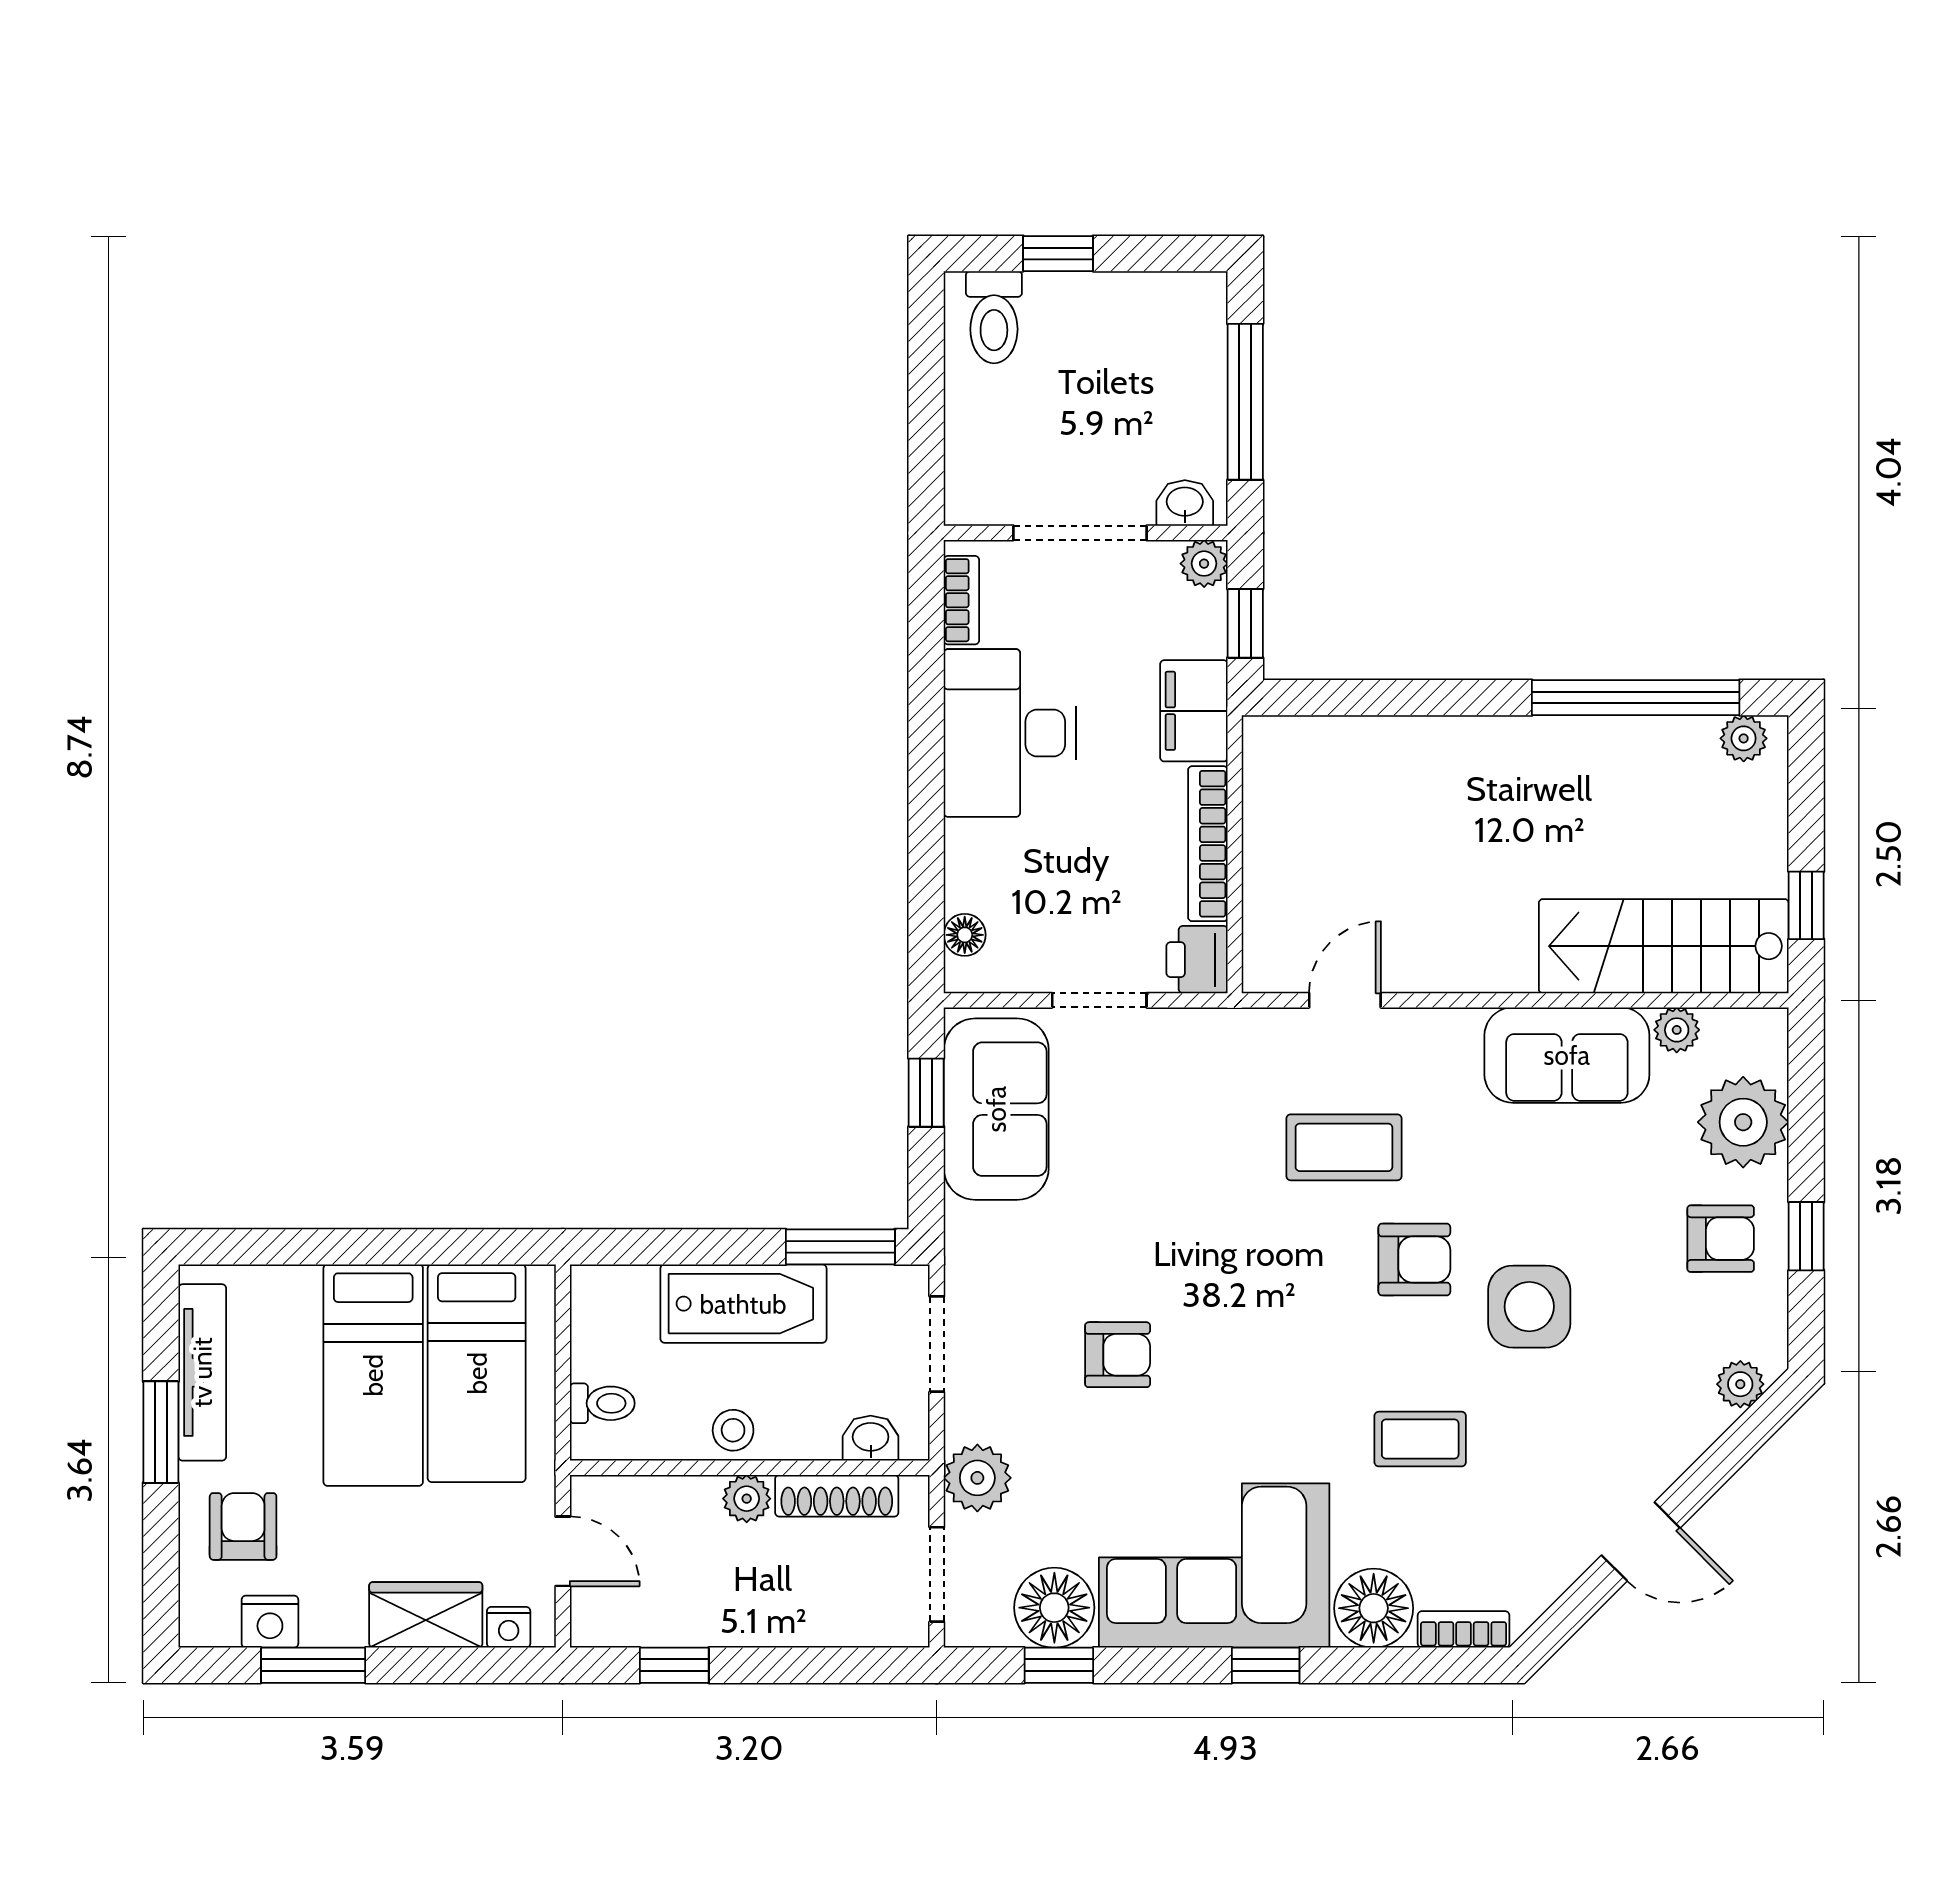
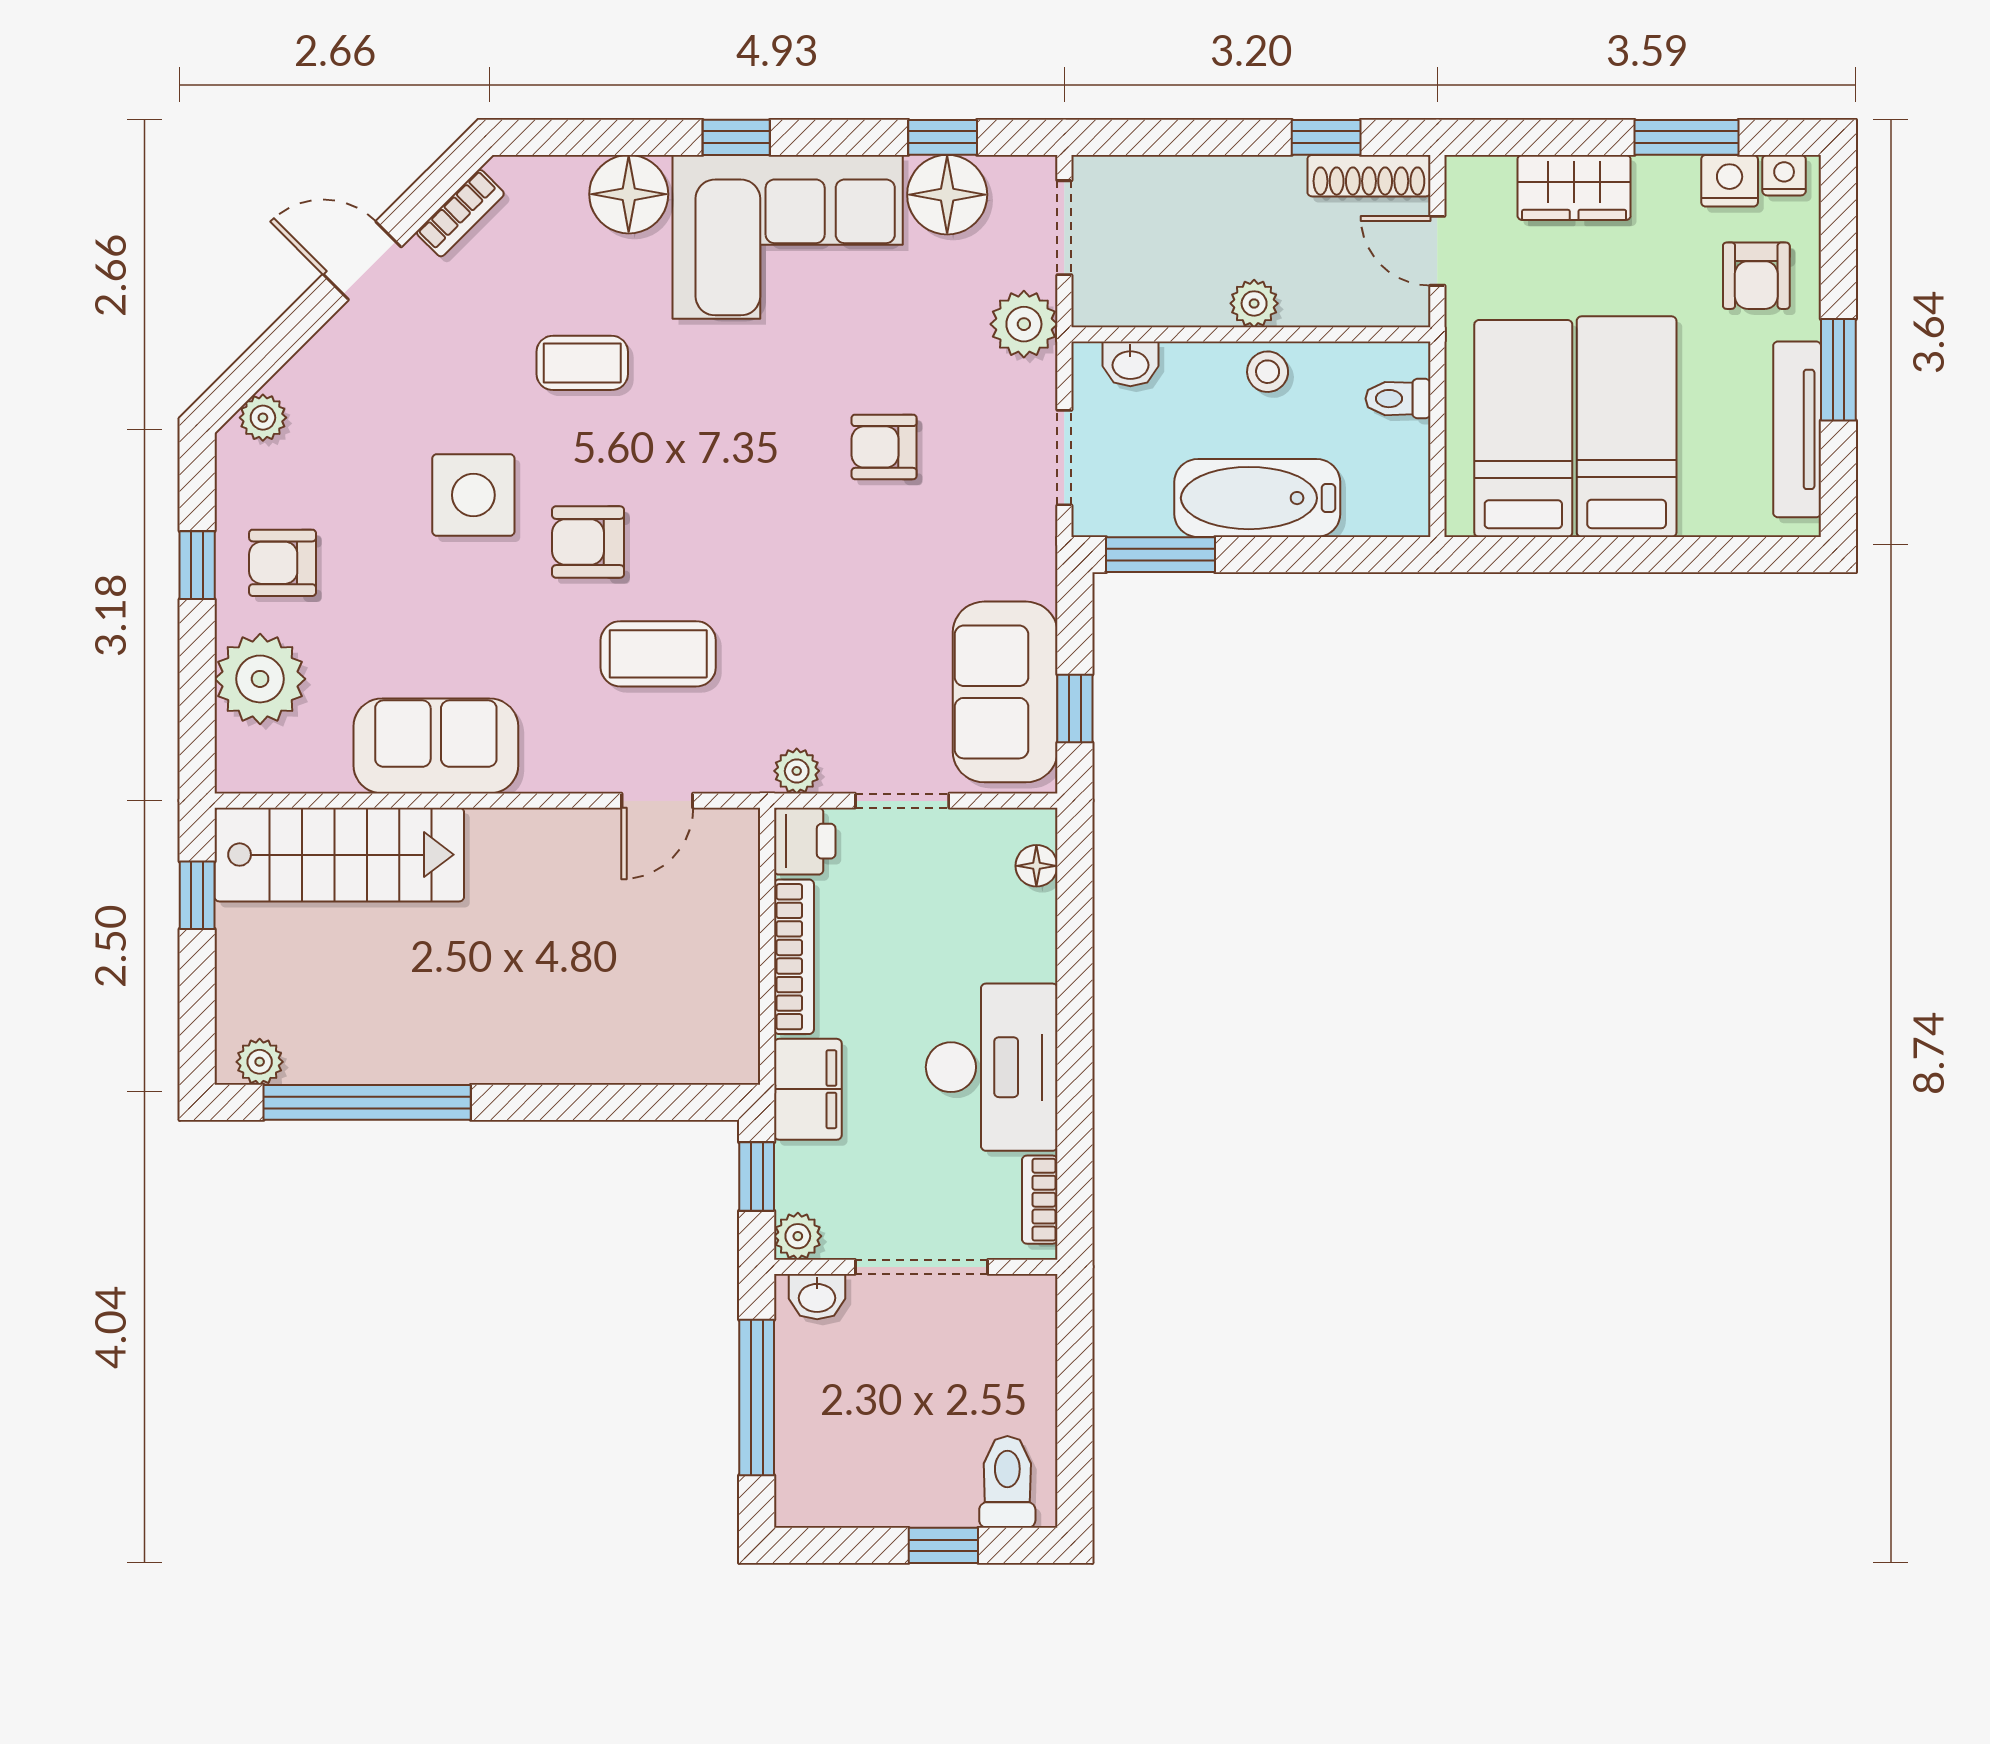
plant: (1677, 1030) -> (797, 771), moved
shoe rack: (837, 1496) -> (1369, 176), moved, turned 180
nightstand: (509, 1627) -> (1784, 175), moved
bookcase: (1464, 1629) -> (460, 213), moved, turned -45

